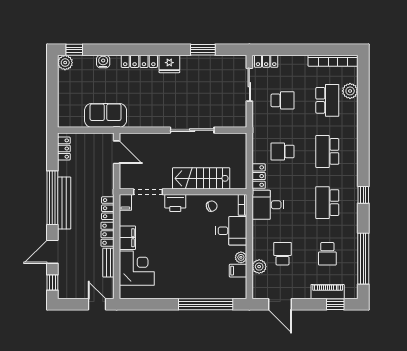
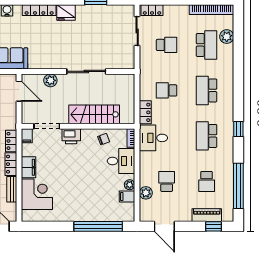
plant: (152, 140) -> (50, 80), added

